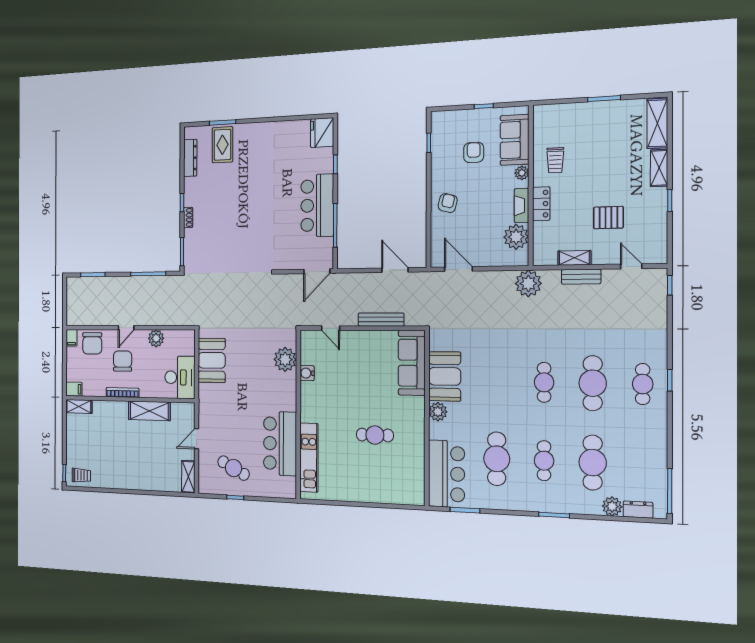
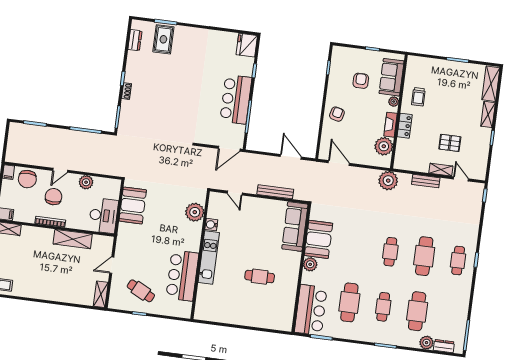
dresser: (190, 158) -> (135, 40), width x0.70
shelving: (574, 258) -> (441, 170), moved
kitchen unit: (309, 458) -> (209, 257), moved

